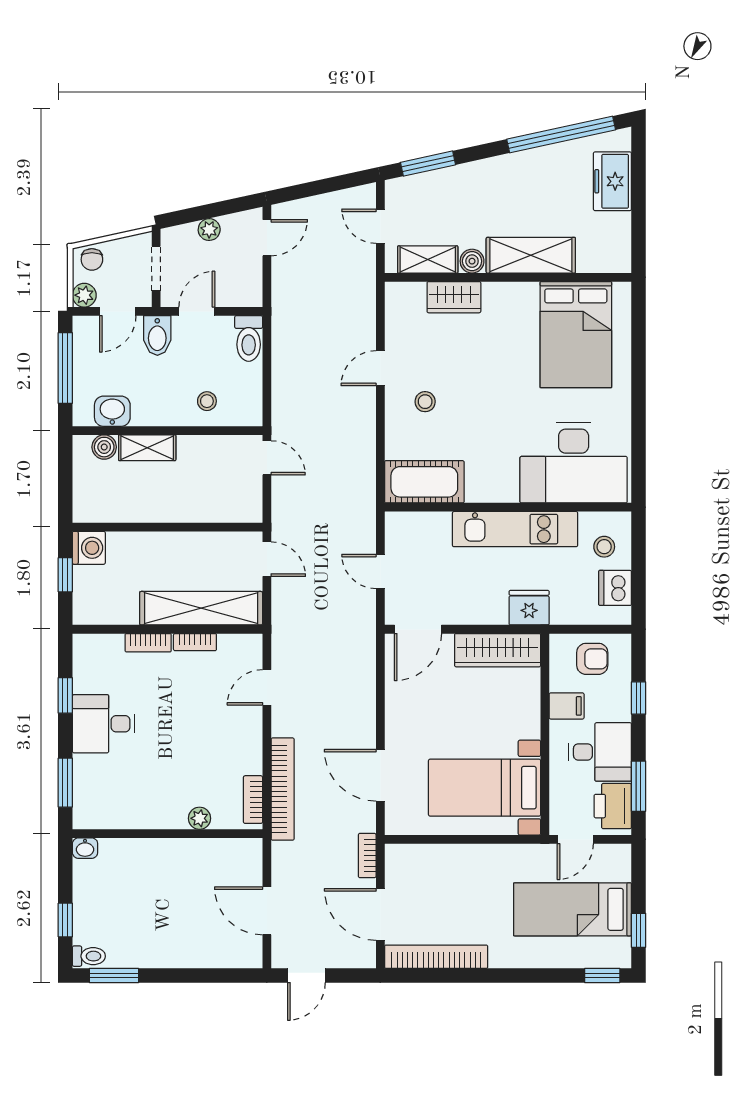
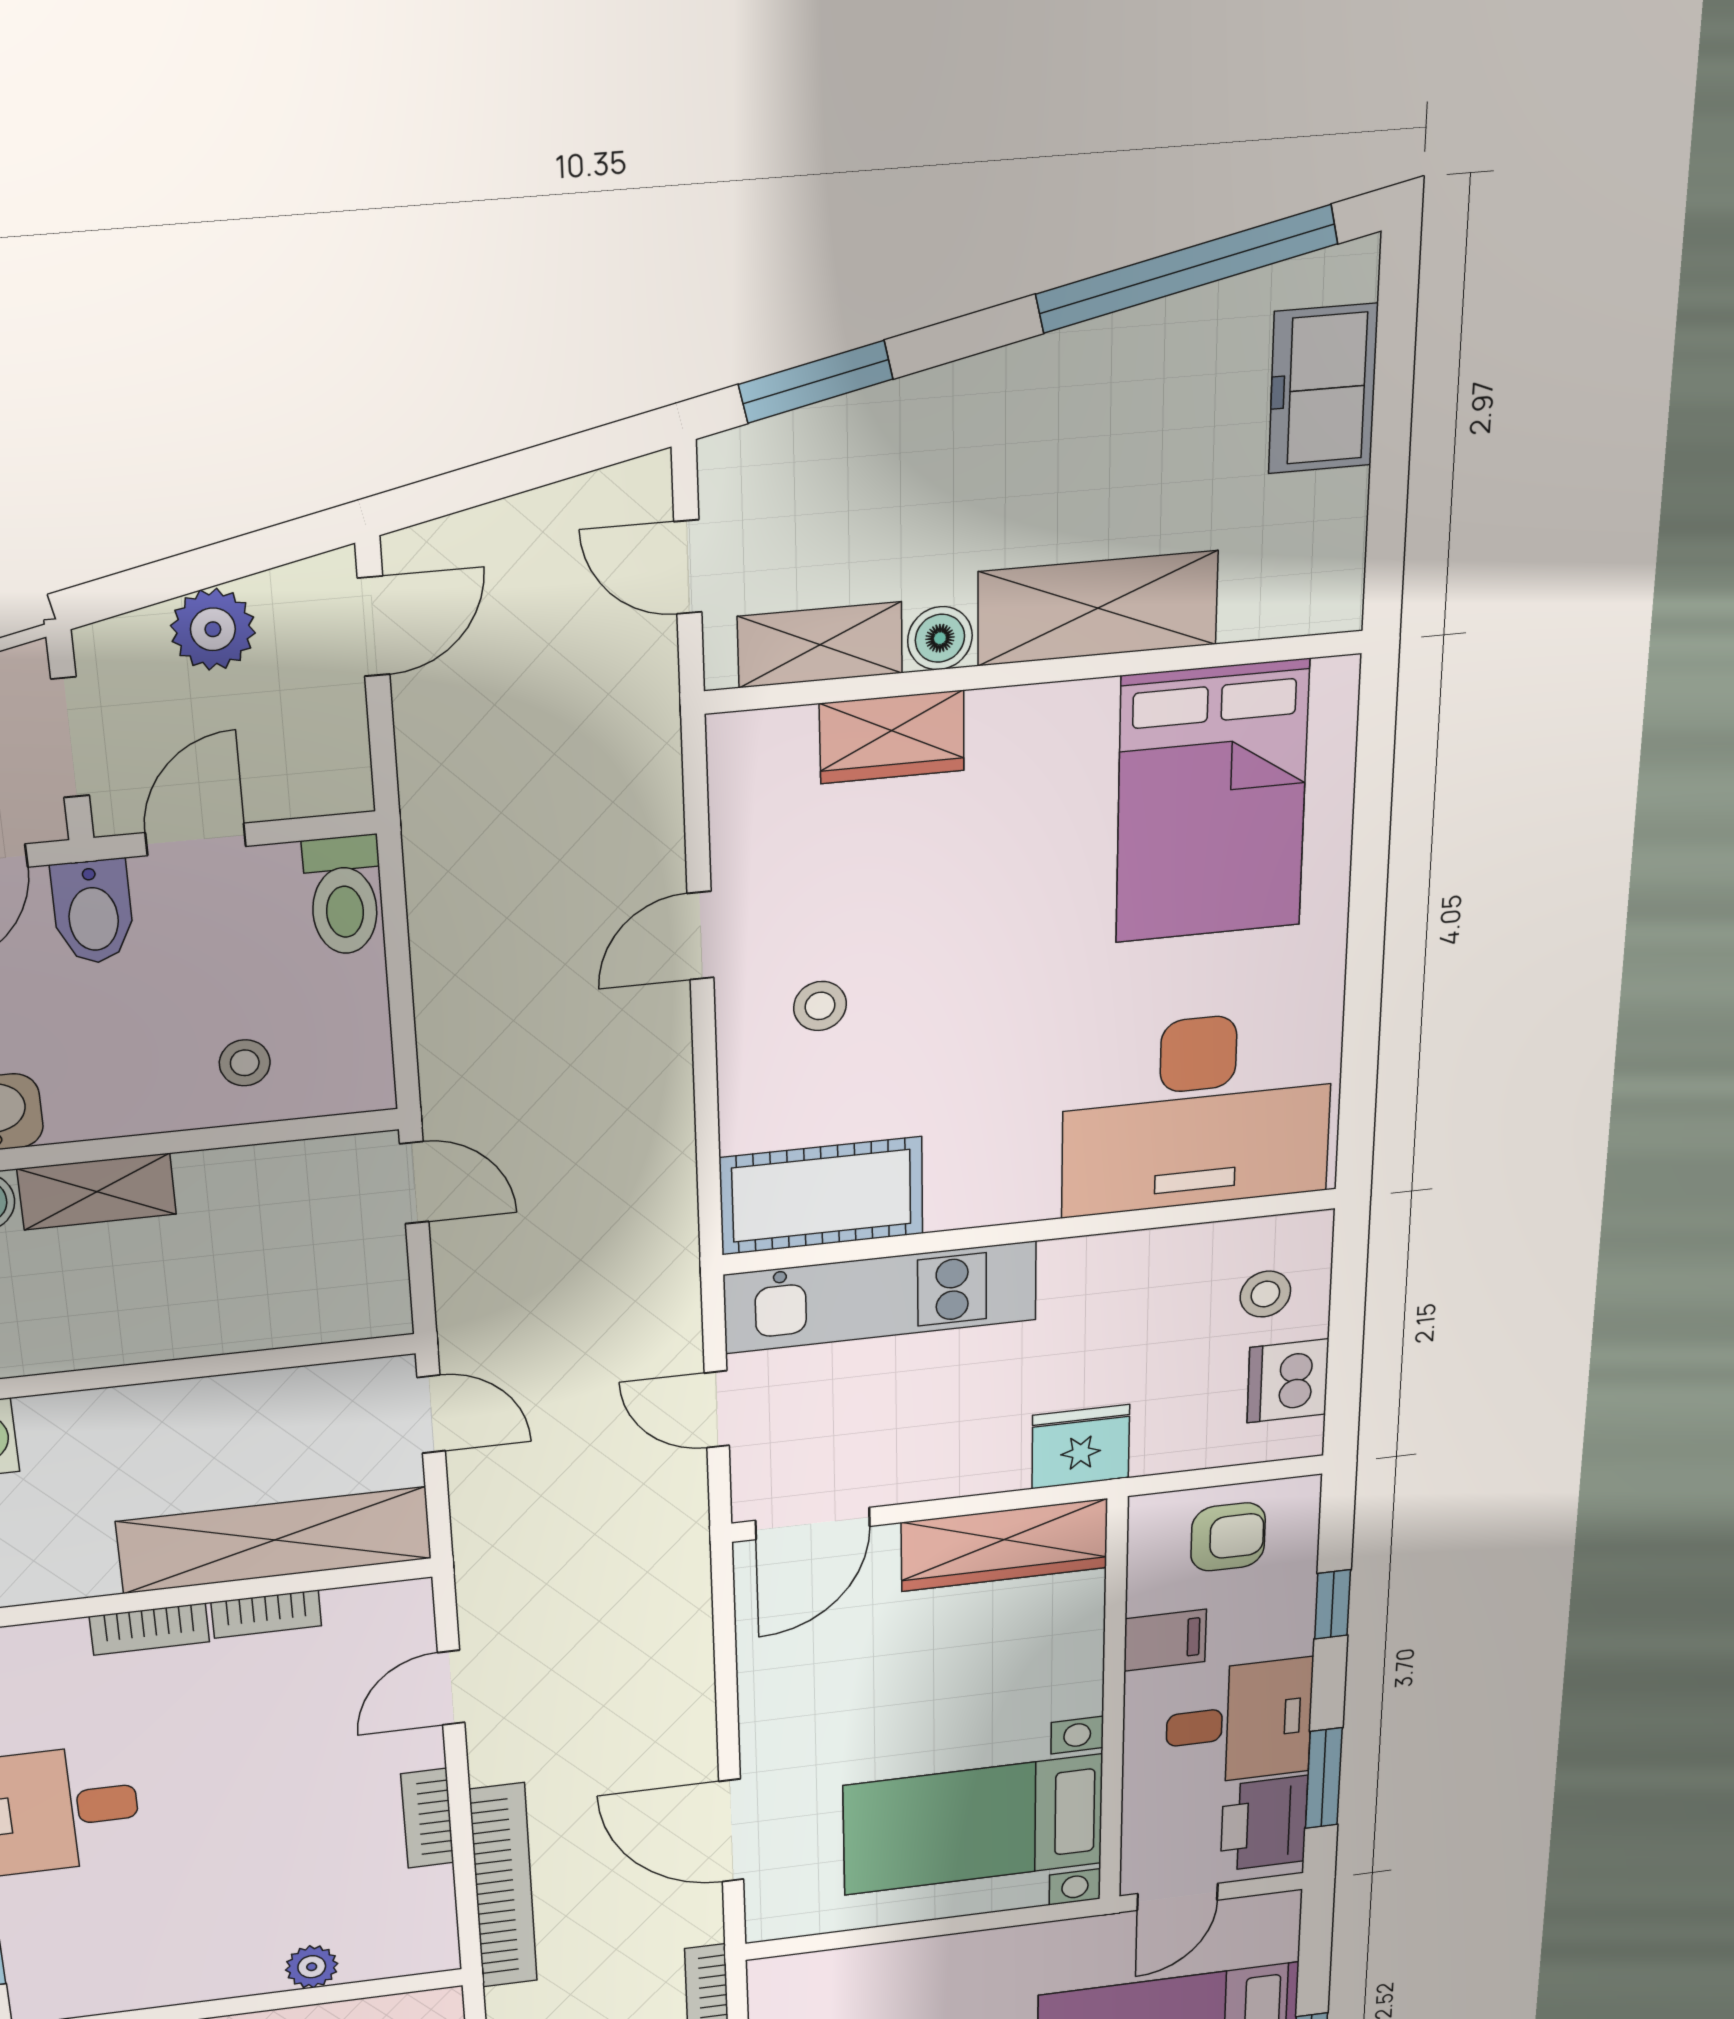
plant: (209, 230) -> (213, 629), width x1.38, depth x1.38
kitchen unit: (515, 529) -> (881, 1297), moved
bookcase: (253, 800) -> (427, 1818), moved

